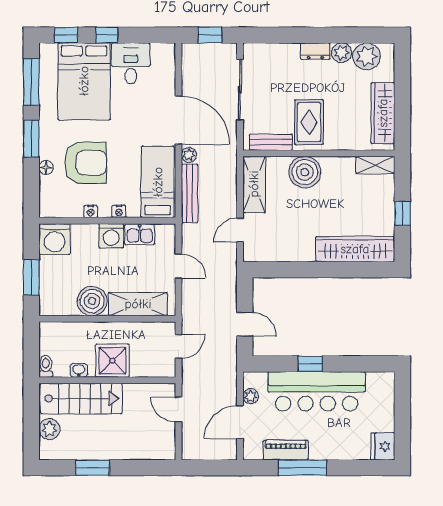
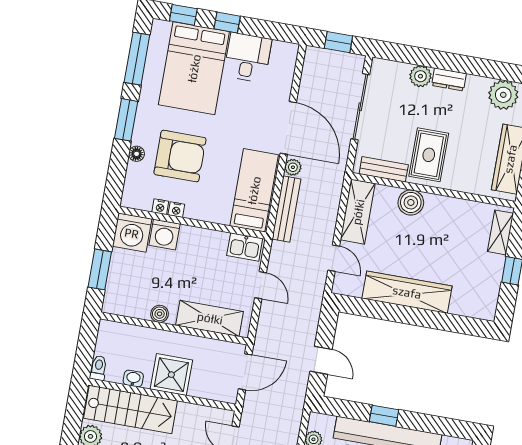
plant: (342, 53) -> (420, 76), moved
shelving: (375, 165) -> (501, 232), moved, turned 90
boiler: (305, 172) -> (411, 202), width x0.73, depth x0.73
nightstand: (119, 211) -> (160, 207), moved
door: (240, 230) -> (334, 258), swing flipped
kitchen sink: (140, 234) -> (245, 247), moved
washing machine: (111, 236) -> (164, 235), moved
wardrobe: (355, 249) -> (407, 292), moved
boiler: (92, 301) -> (160, 314), width x0.54, depth x0.54
door: (178, 346) -> (245, 372), width x1.38

